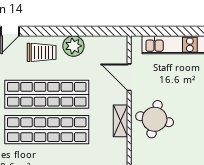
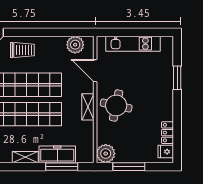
plant: (73, 46) -> (75, 45), moved

